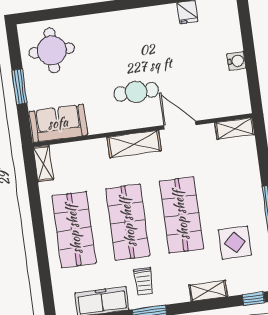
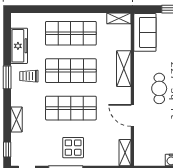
door: (180, 125) -> (132, 115), swing flipped
shelving: (134, 144) -> (124, 69), moved
display table: (235, 243) -> (73, 148), moved

